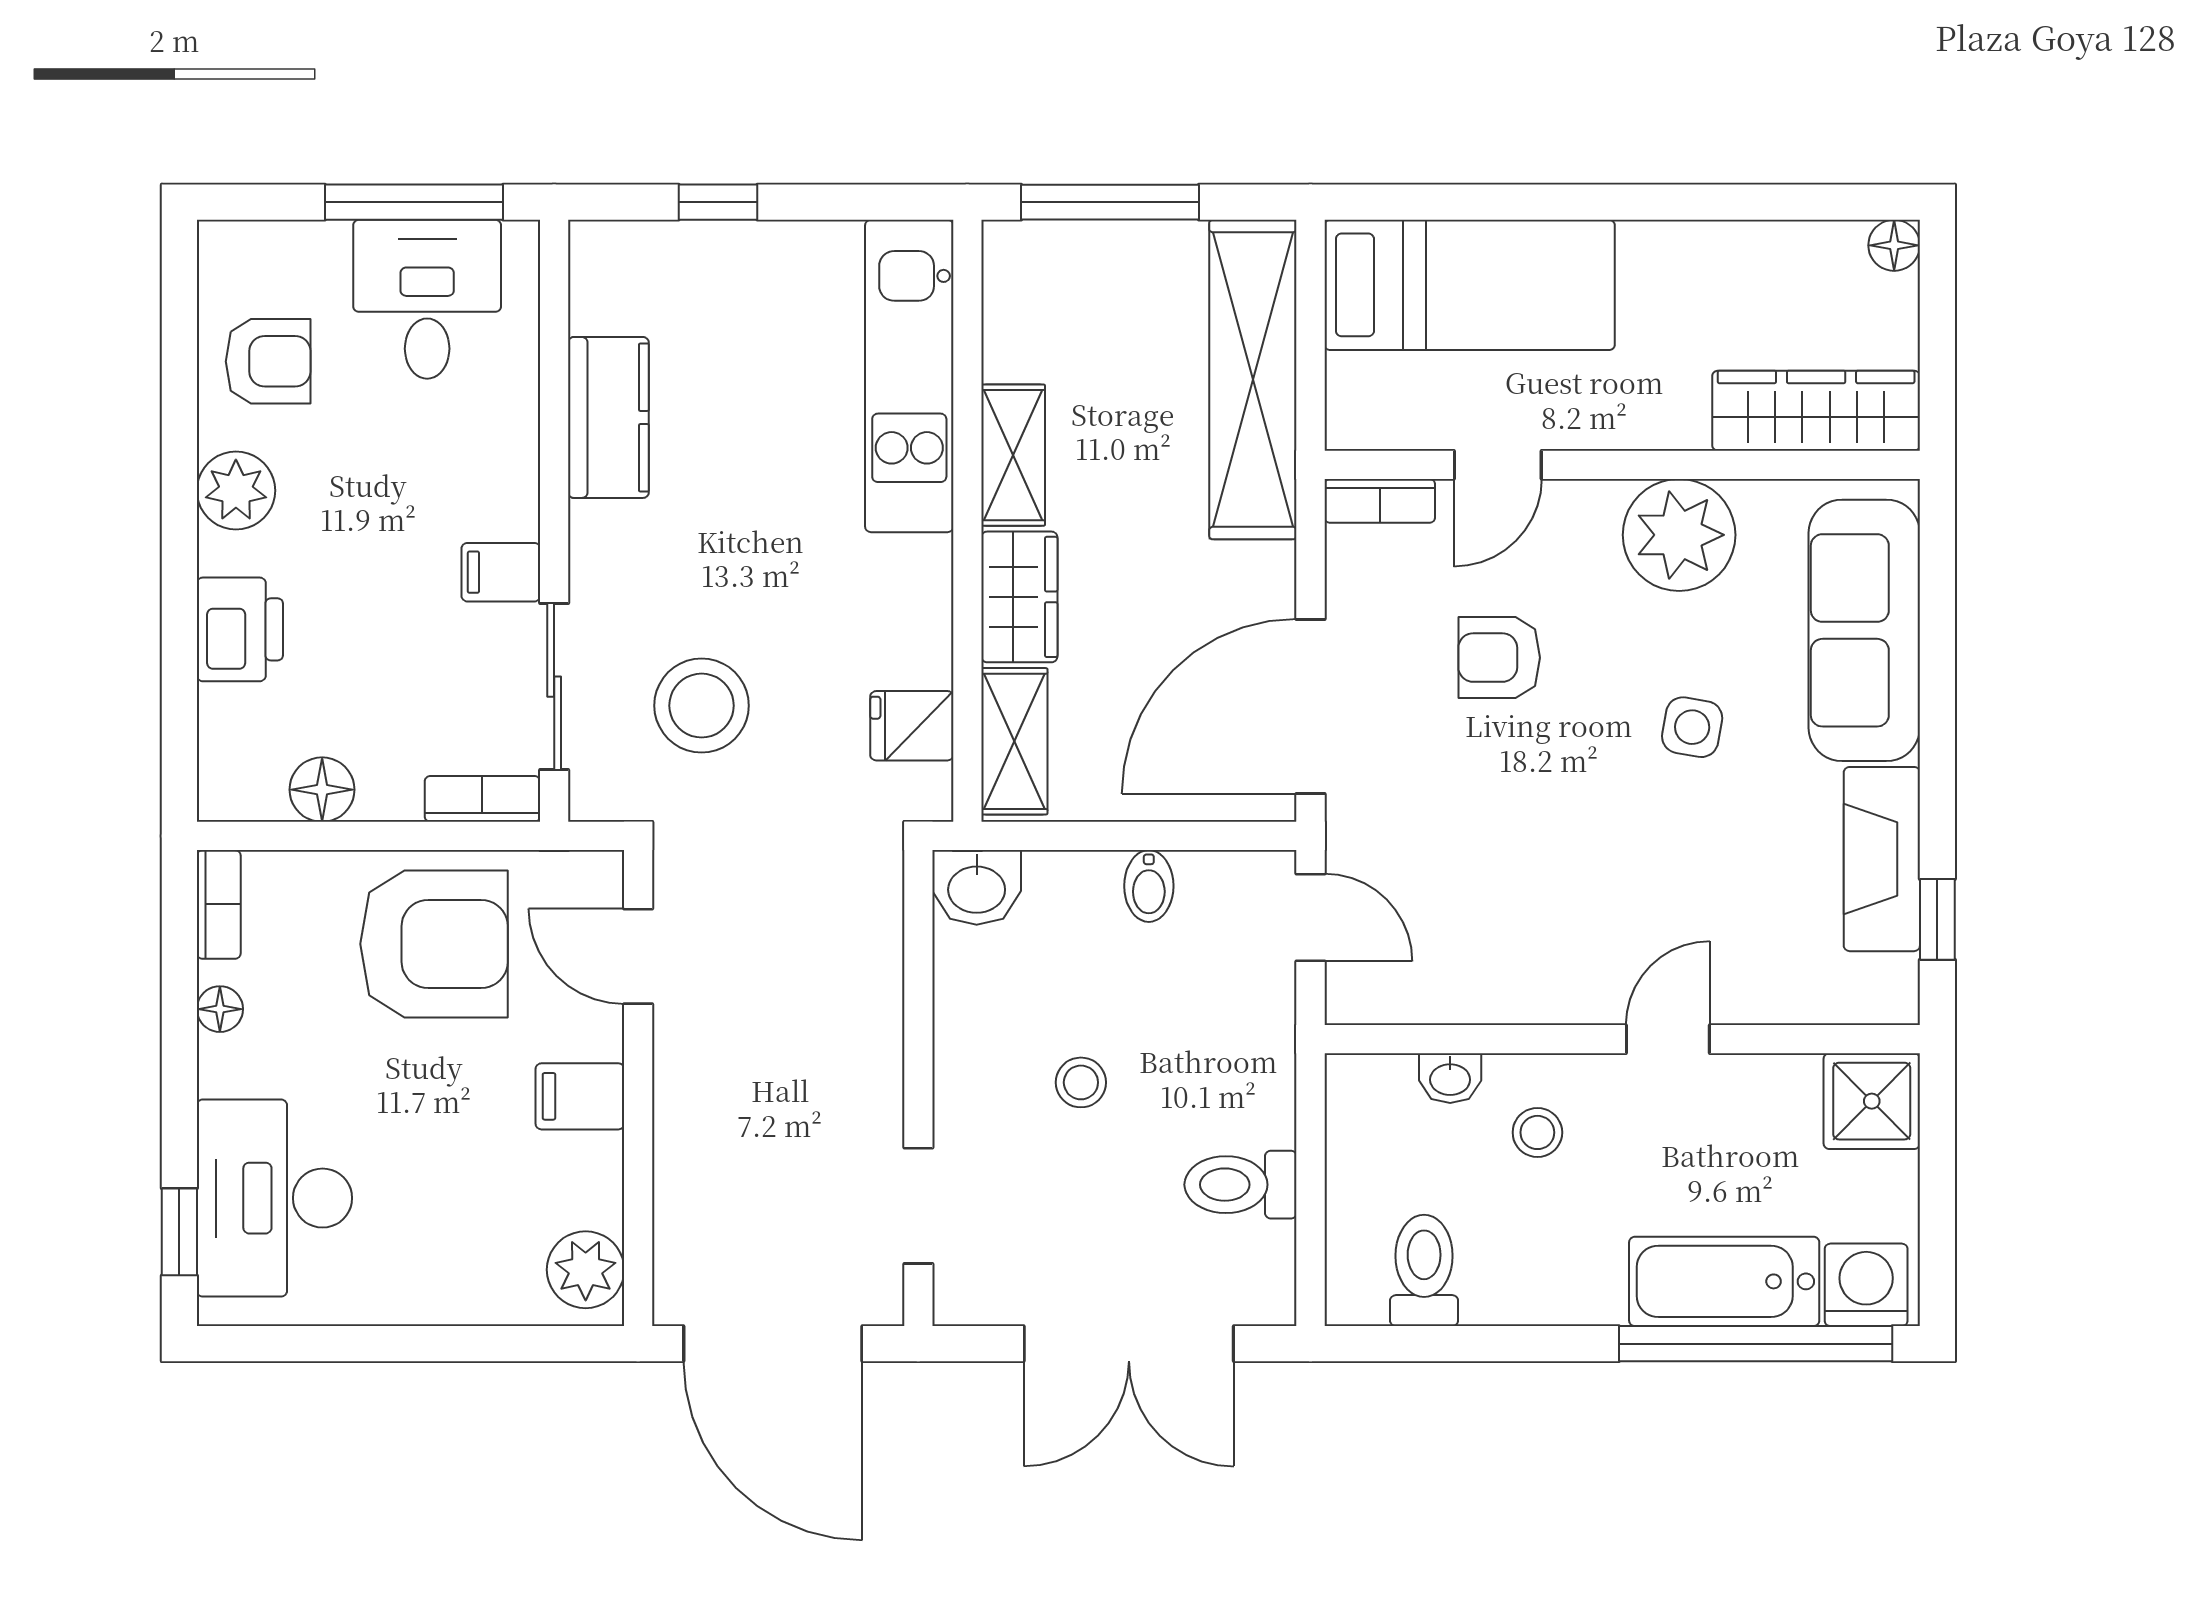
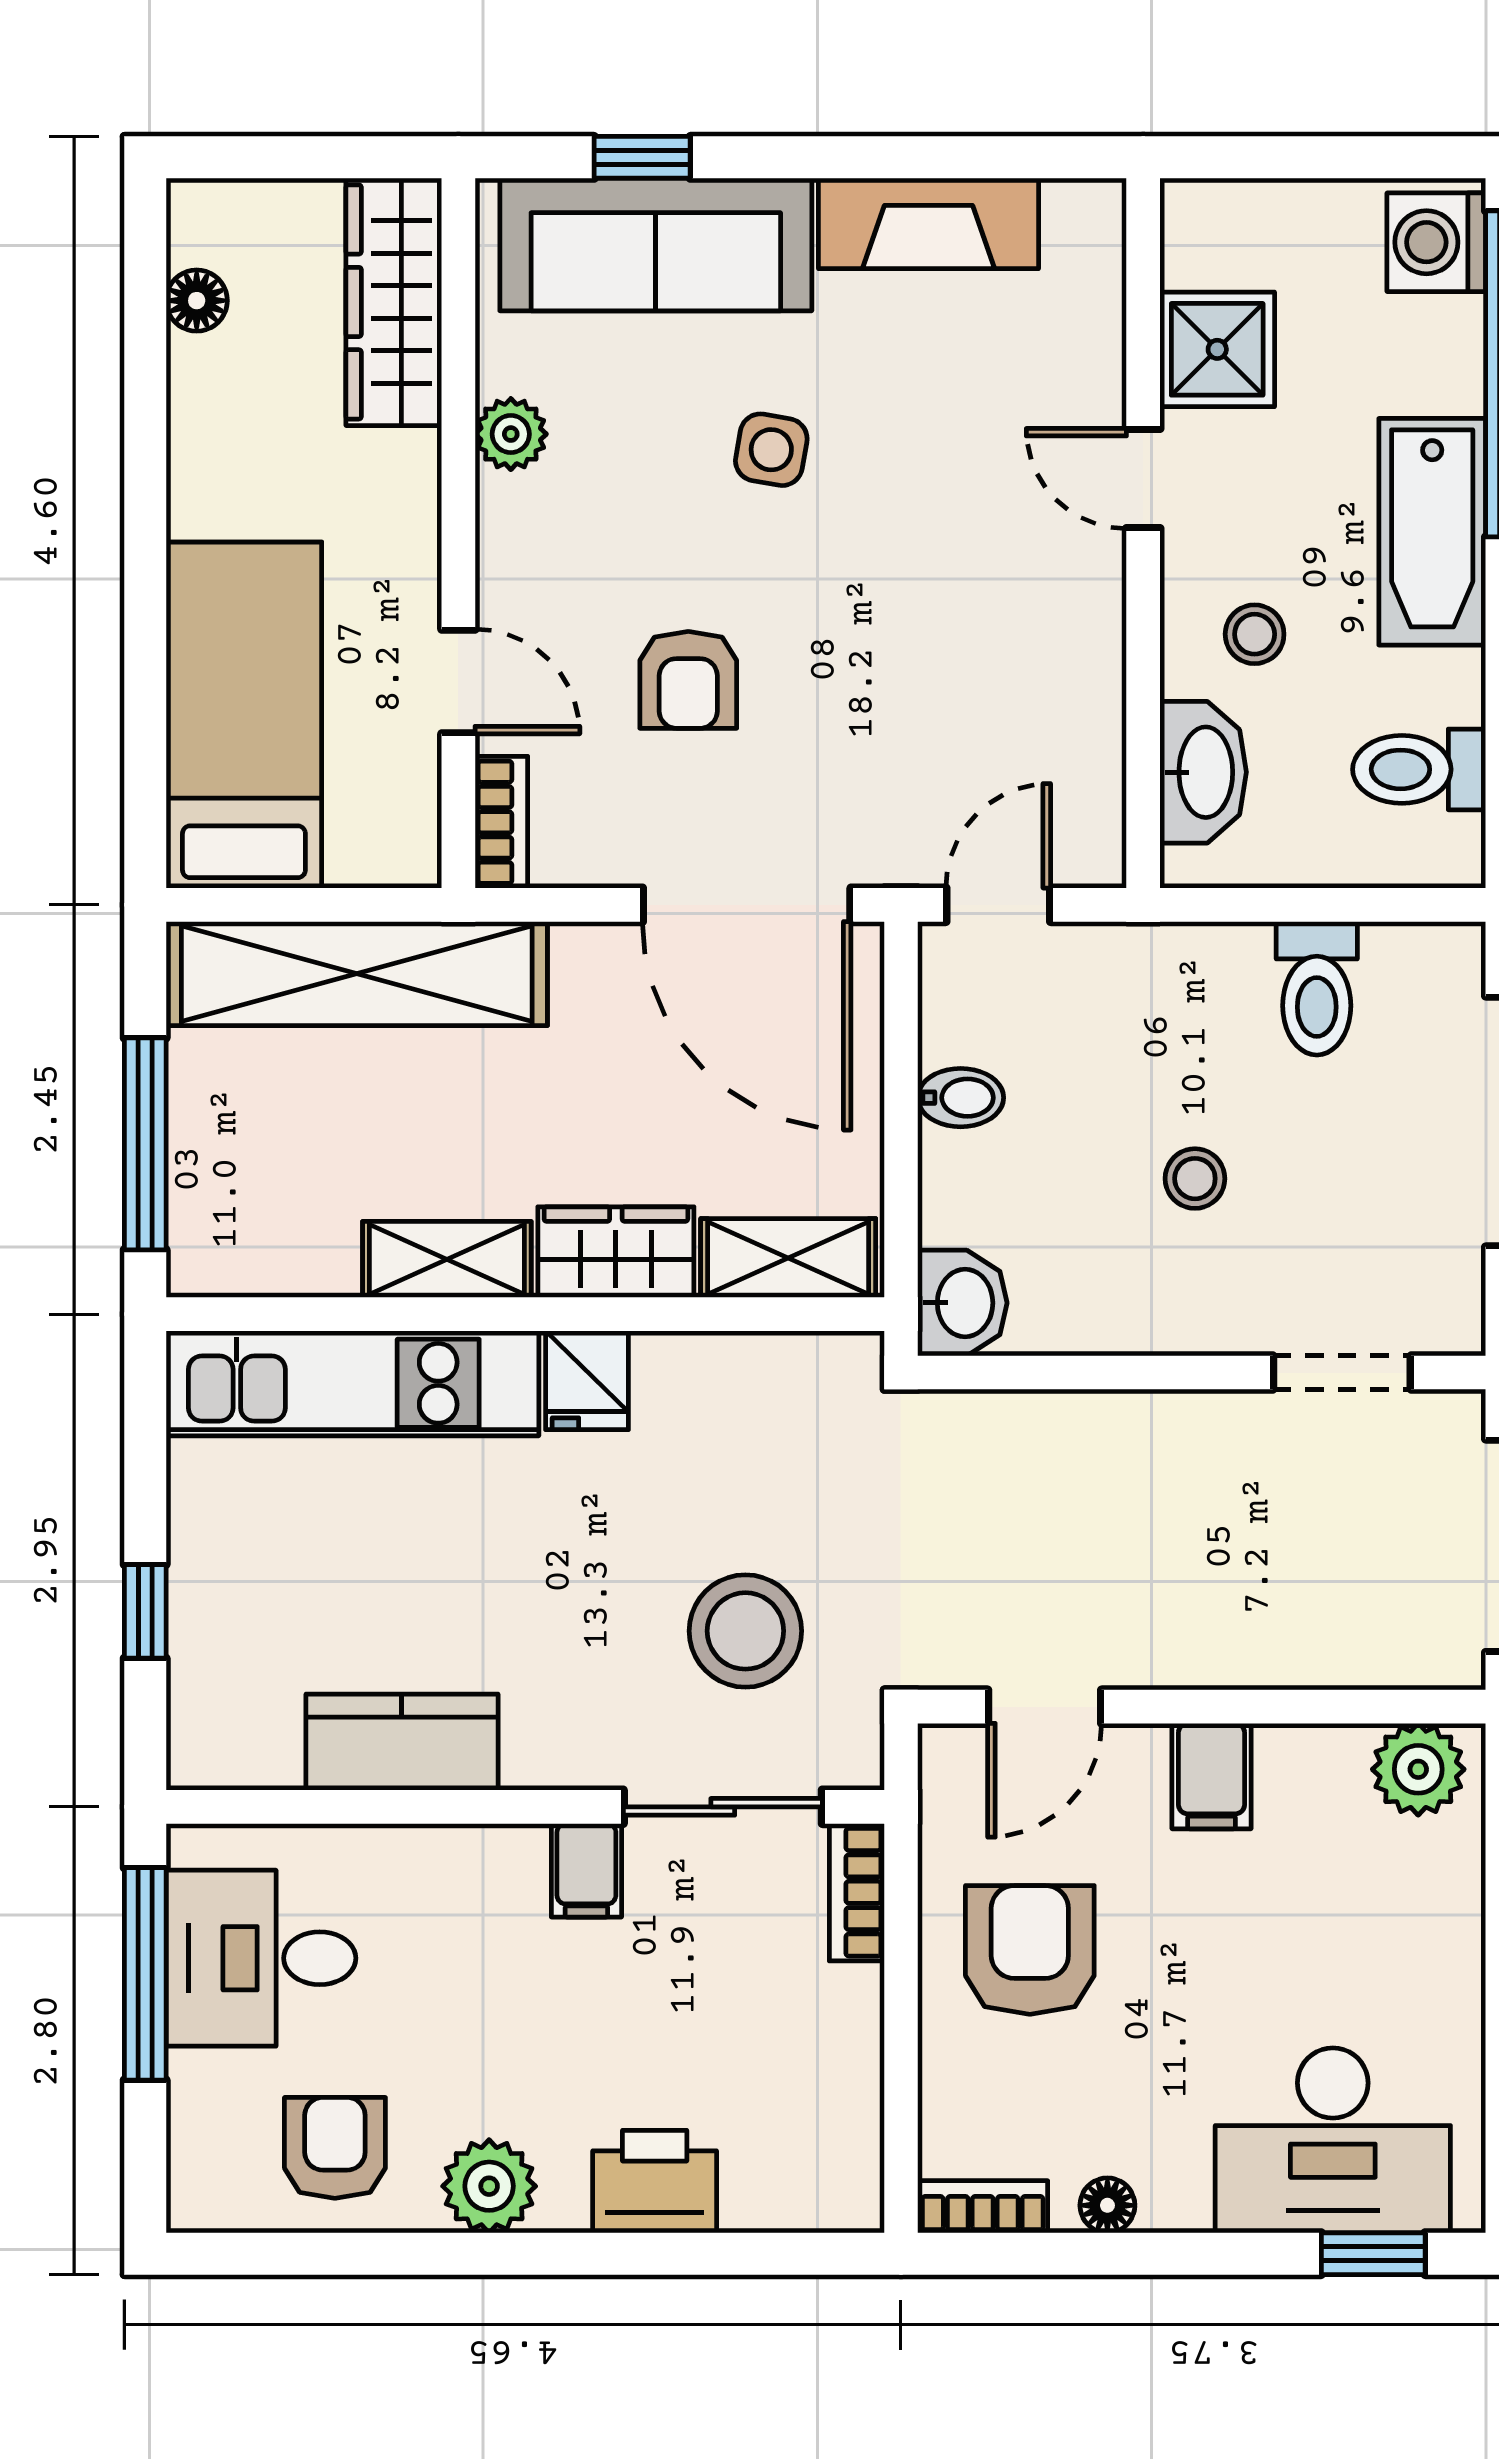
floor lamp: (1894, 245) -> (197, 301), moved
plant: (1679, 535) -> (511, 434), width x0.53, depth x0.53
fridge: (912, 726) -> (587, 1380), moved
floor lamp: (322, 790) -> (846, 2084), removed
window: (1937, 919) -> (642, 157), moved
armchair: (434, 944) -> (1030, 1950), width x0.73, depth x0.73
washbasin: (1450, 1078) -> (1203, 772), width x1.91, depth x1.45
shower: (1872, 1101) -> (1217, 349), moved
bathtub: (1724, 1281) -> (1432, 532), moved

